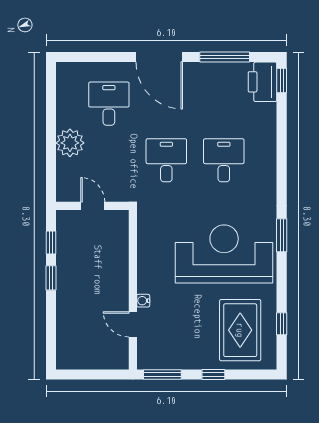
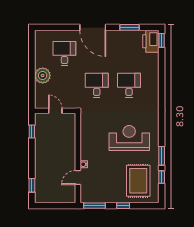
window: (225, 57) -> (129, 27), width x0.69
window: (282, 235) -> (162, 156), moved
reception desk: (224, 254) -> (129, 138), width x0.74, depth x0.77
window: (51, 278) -> (32, 185), moved
door: (133, 324) -> (78, 177), hinge flipped

